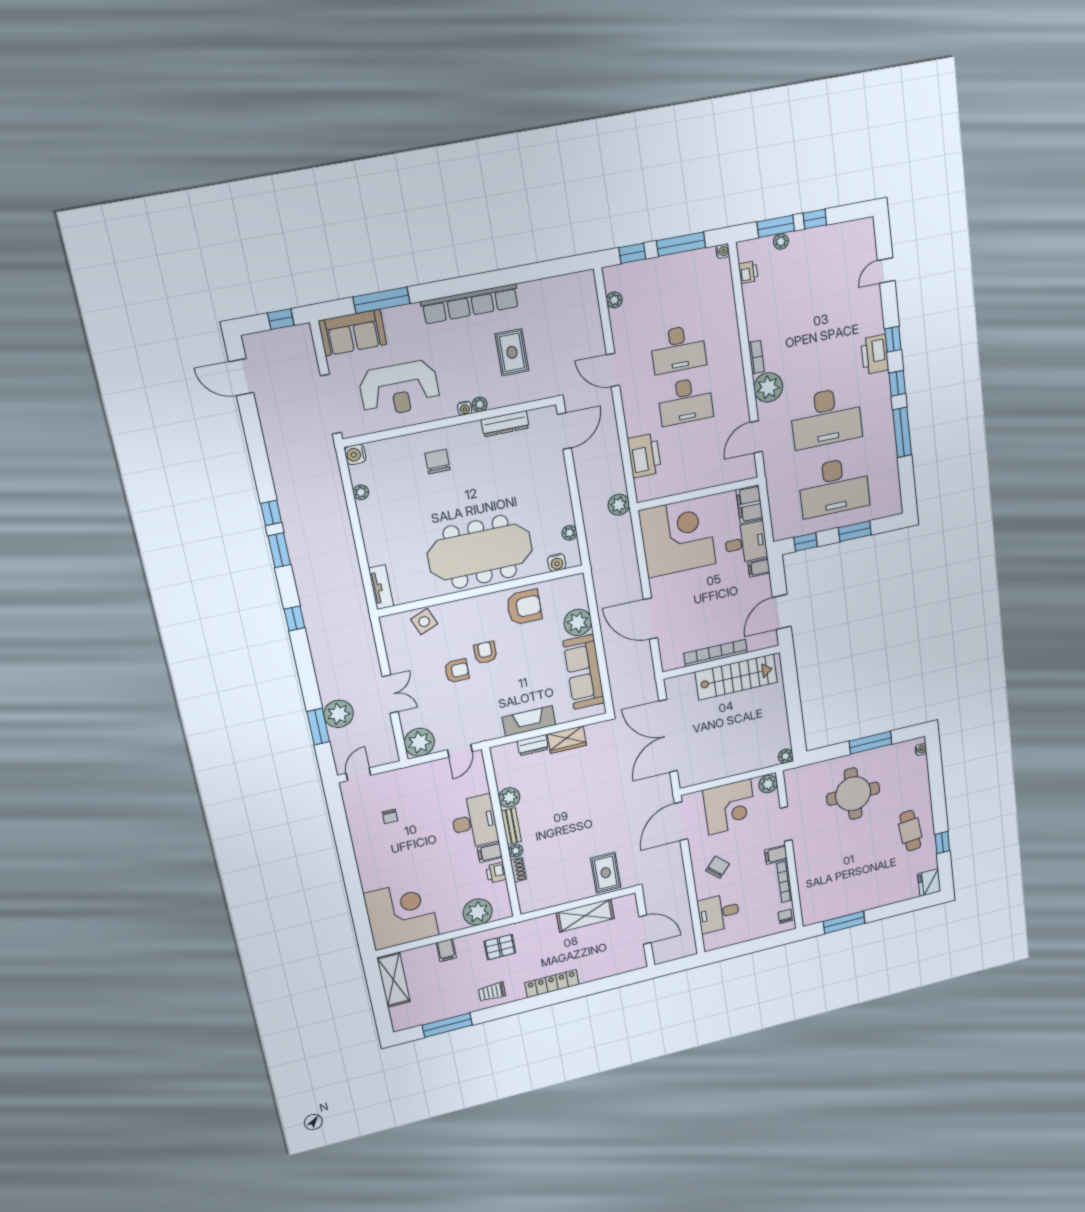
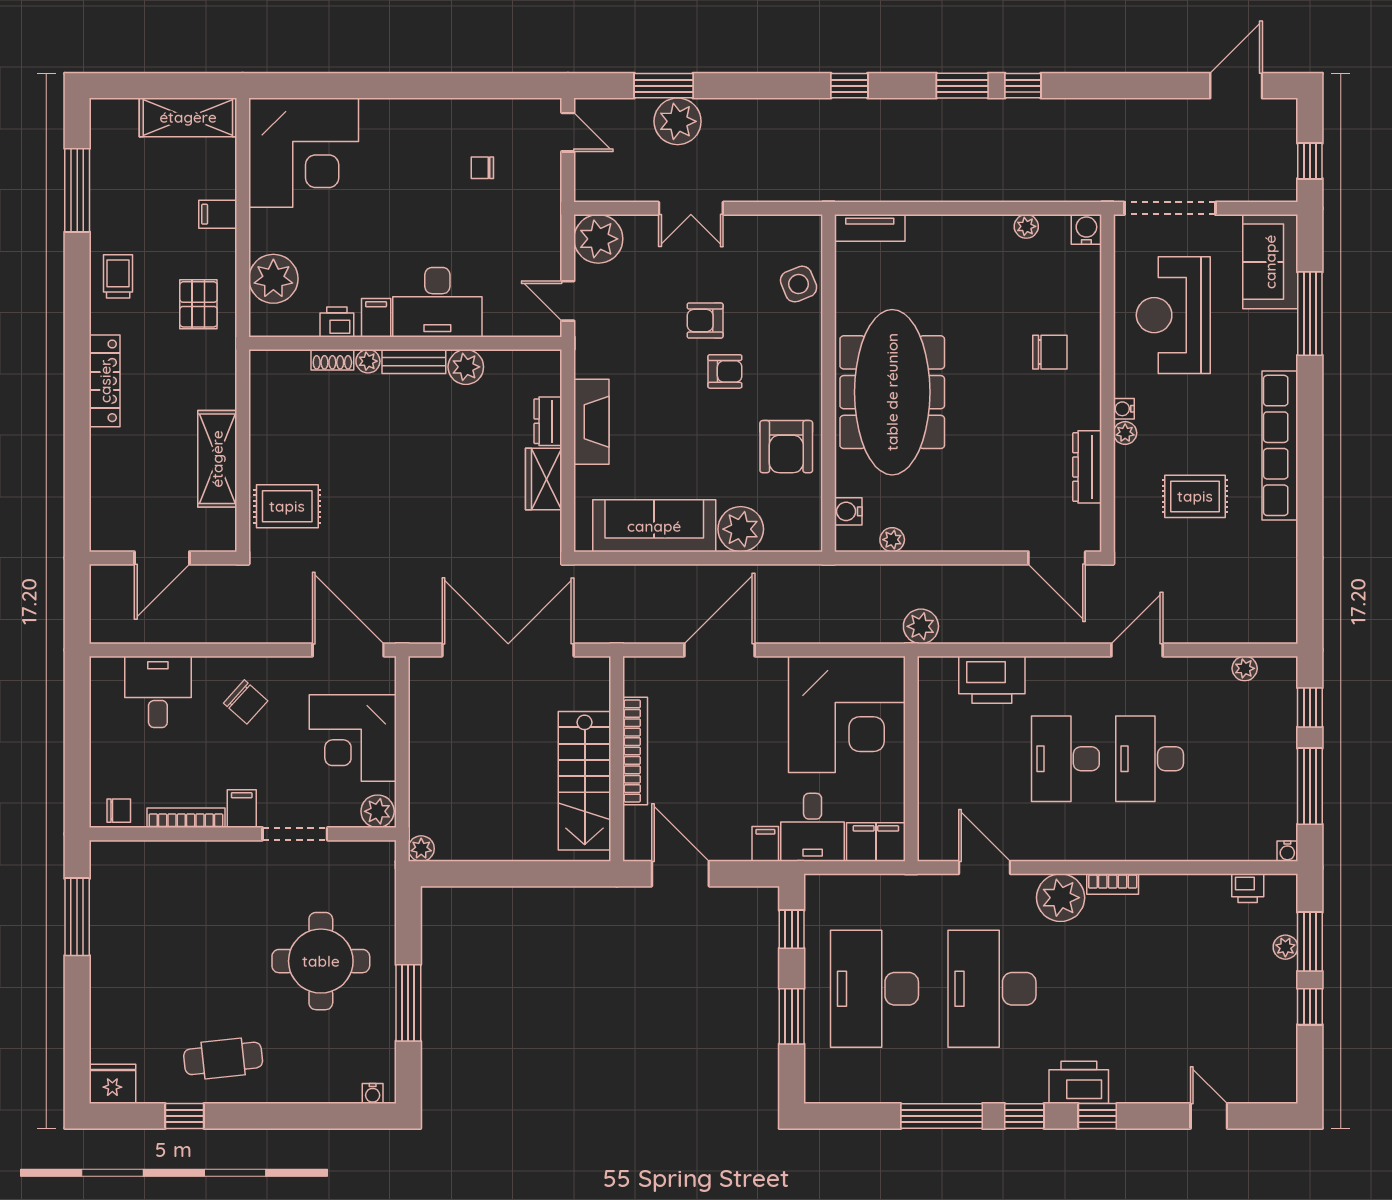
armchair: (457, 671) -> (705, 321), turned 90

